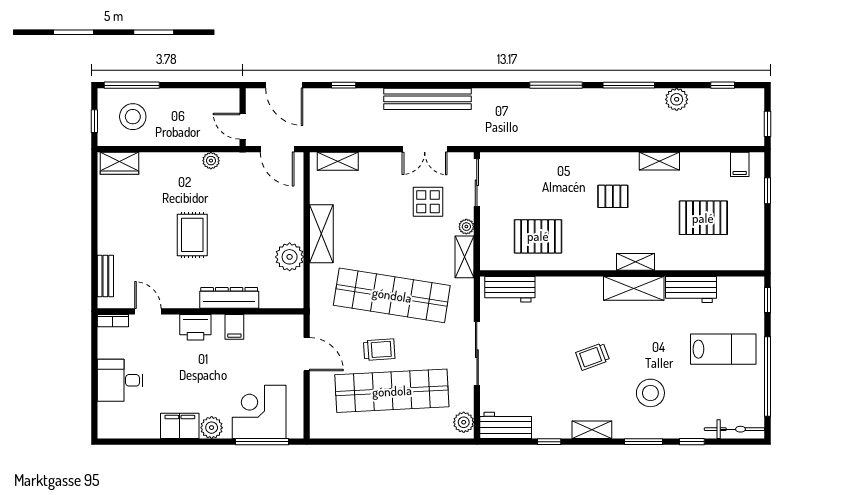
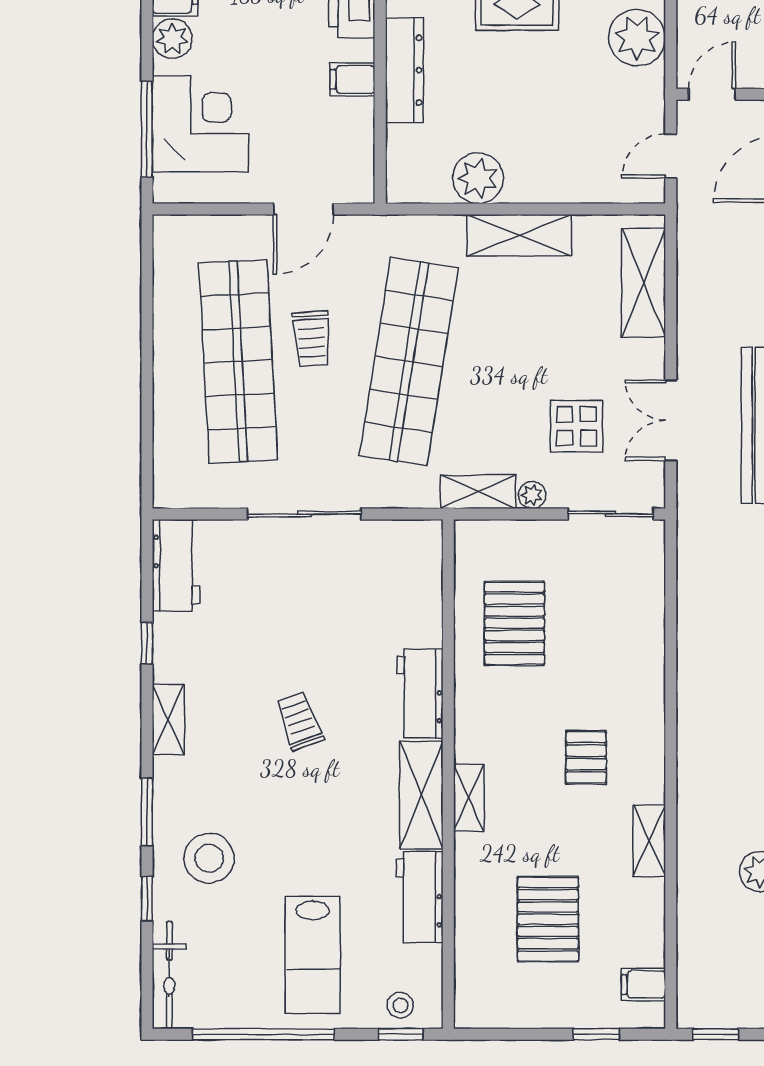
door: (277, 149) -> (671, 156), width x0.73
plant: (211, 161) -> (637, 38), width x1.87, depth x1.87
shelving: (338, 161) -> (644, 283), width x1.50, depth x1.33
workbench: (510, 289) -> (420, 694), moved
stool: (751, 300) -> (400, 1005), added
stool: (650, 393) -> (209, 858), moved
plant: (464, 422) -> (182, 490), removed

